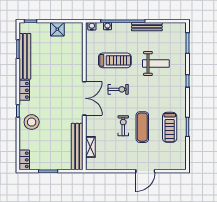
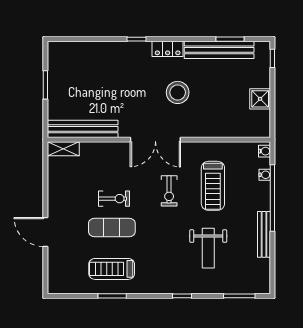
stool: (32, 122) -> (178, 92), moved
shelving: (90, 147) -> (63, 149), moved
locker: (24, 160) -> (62, 49), removed

